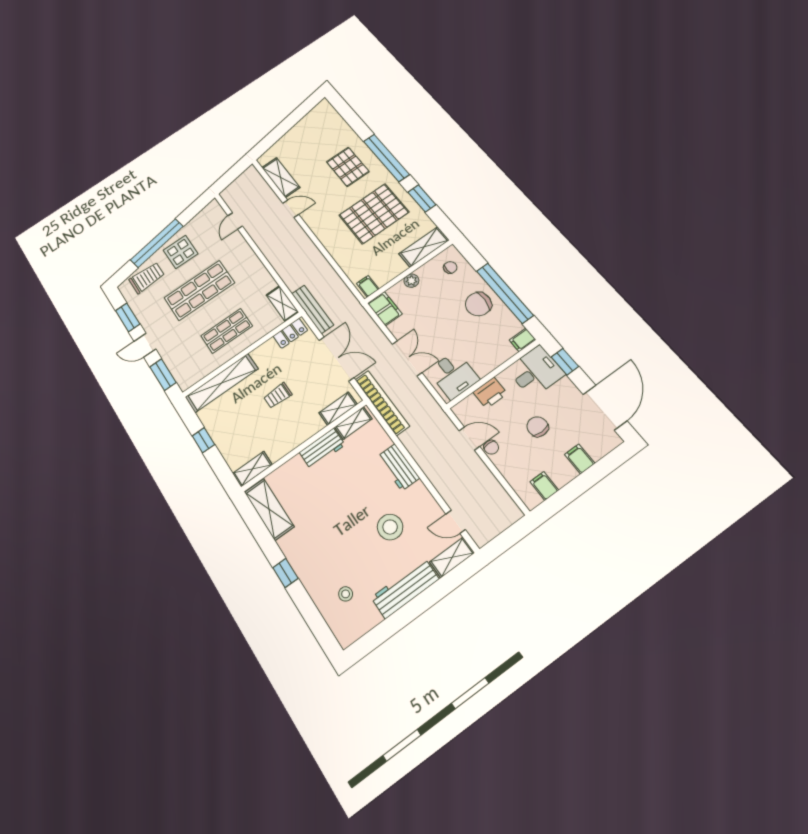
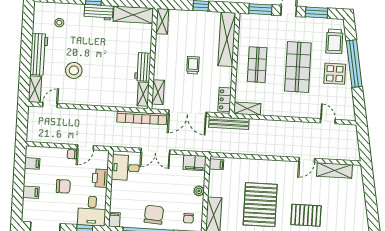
workbench: (398, 467) -> (99, 12), moved, turned 180

